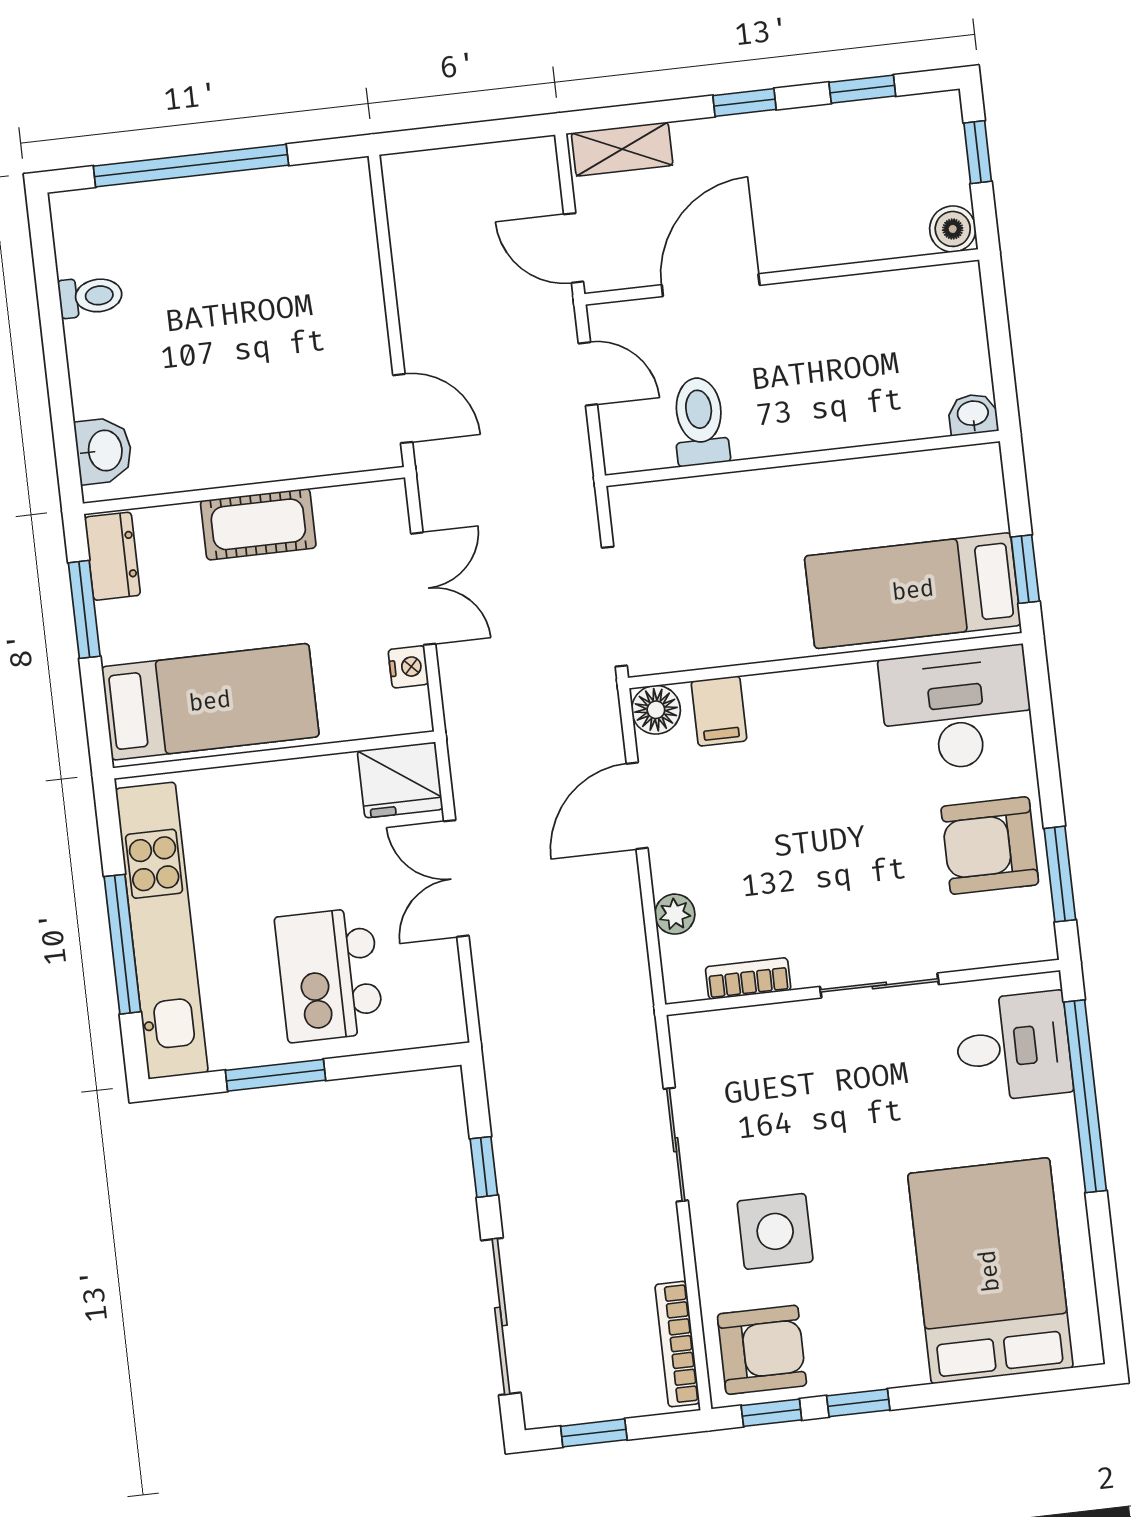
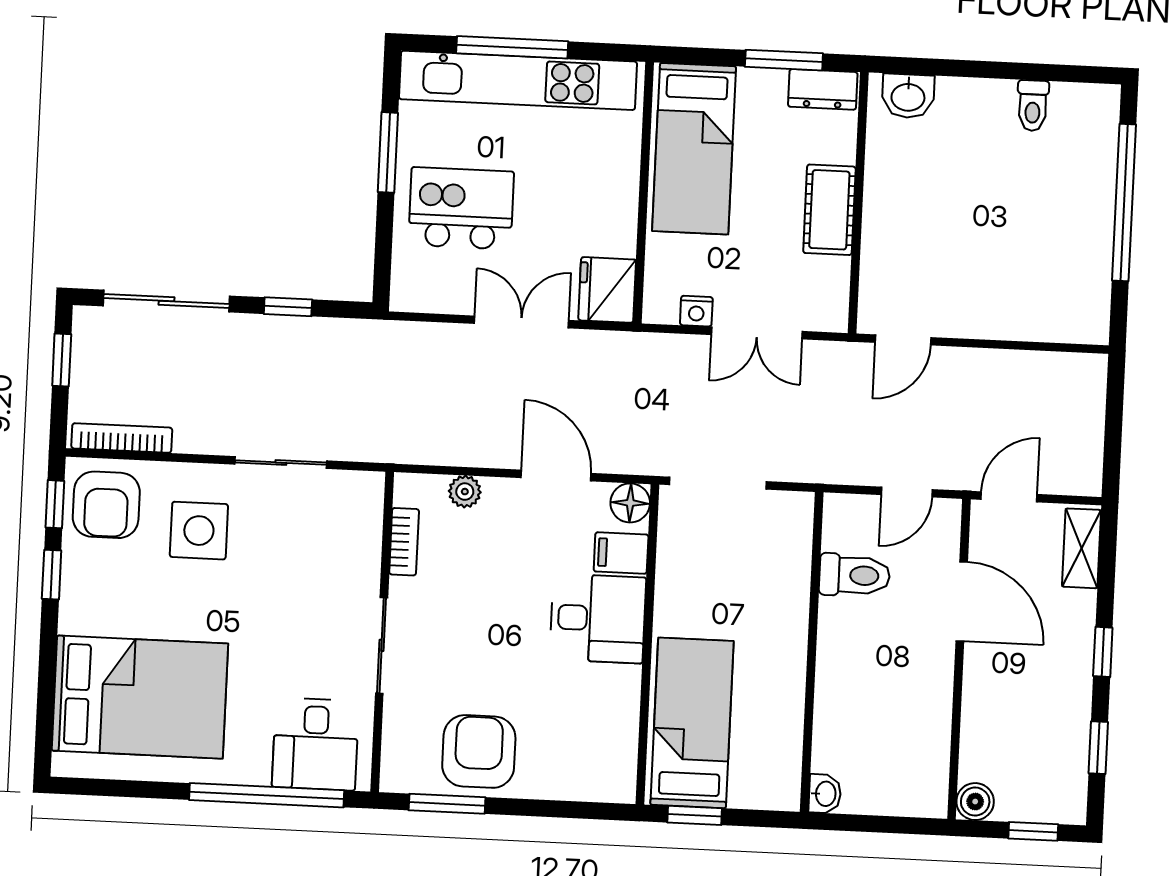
desk: (957, 709) -> (598, 618), moved, width x0.73

